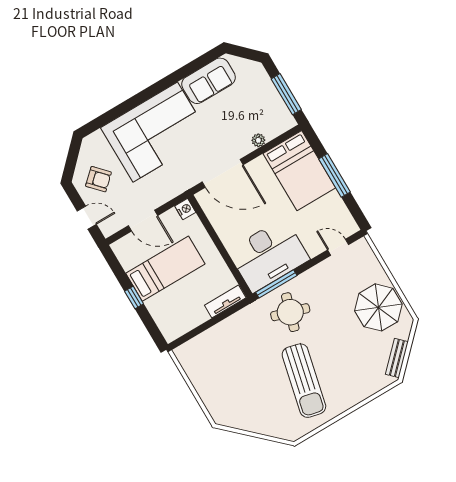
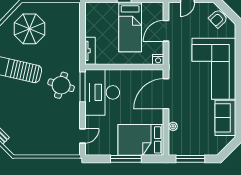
armchair: (98, 179) -> (218, 19), moved
parasol: (378, 307) -> (29, 29), moved

